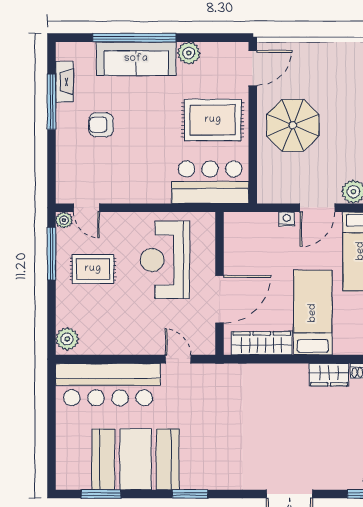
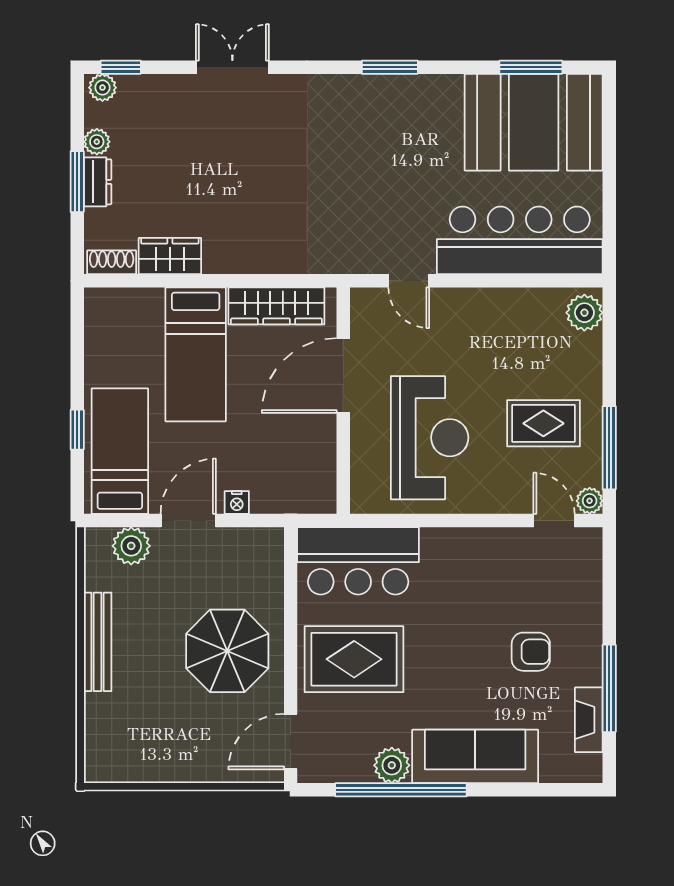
window: (134, 38) -> (401, 790), moved
booth: (136, 459) -> (534, 122), moved

